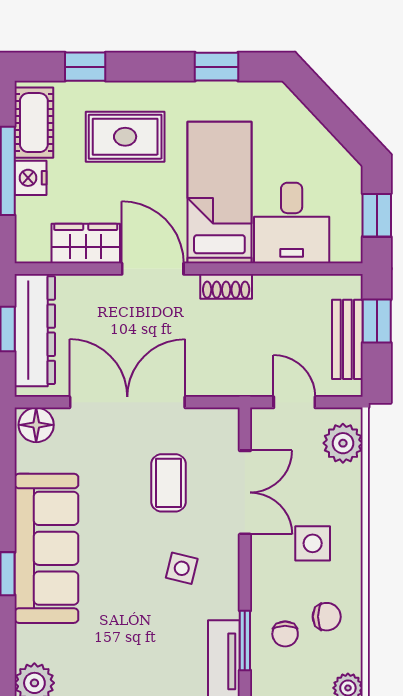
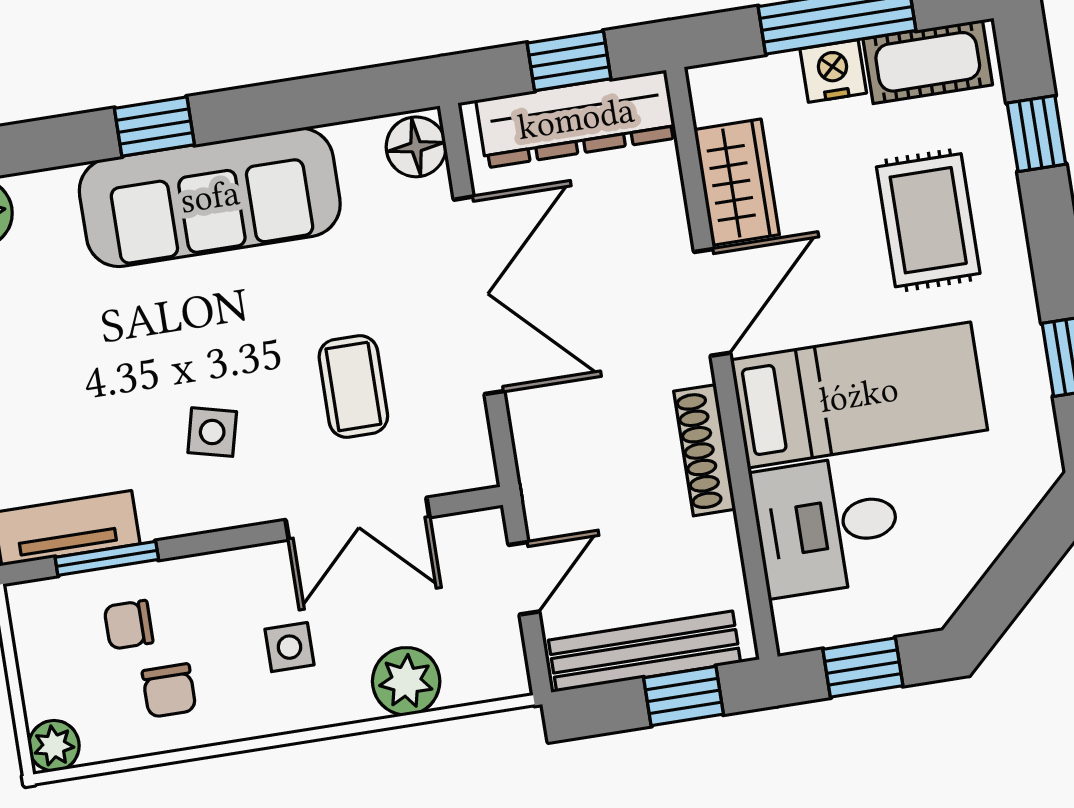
shoe rack: (226, 286) -> (705, 450), width x1.43
bench: (347, 339) -> (645, 651), width x1.36
plant: (343, 443) -> (406, 681), moved
coffee table: (168, 483) -> (353, 386), turned 90
side table: (313, 543) -> (289, 647), width x0.73, depth x0.73

